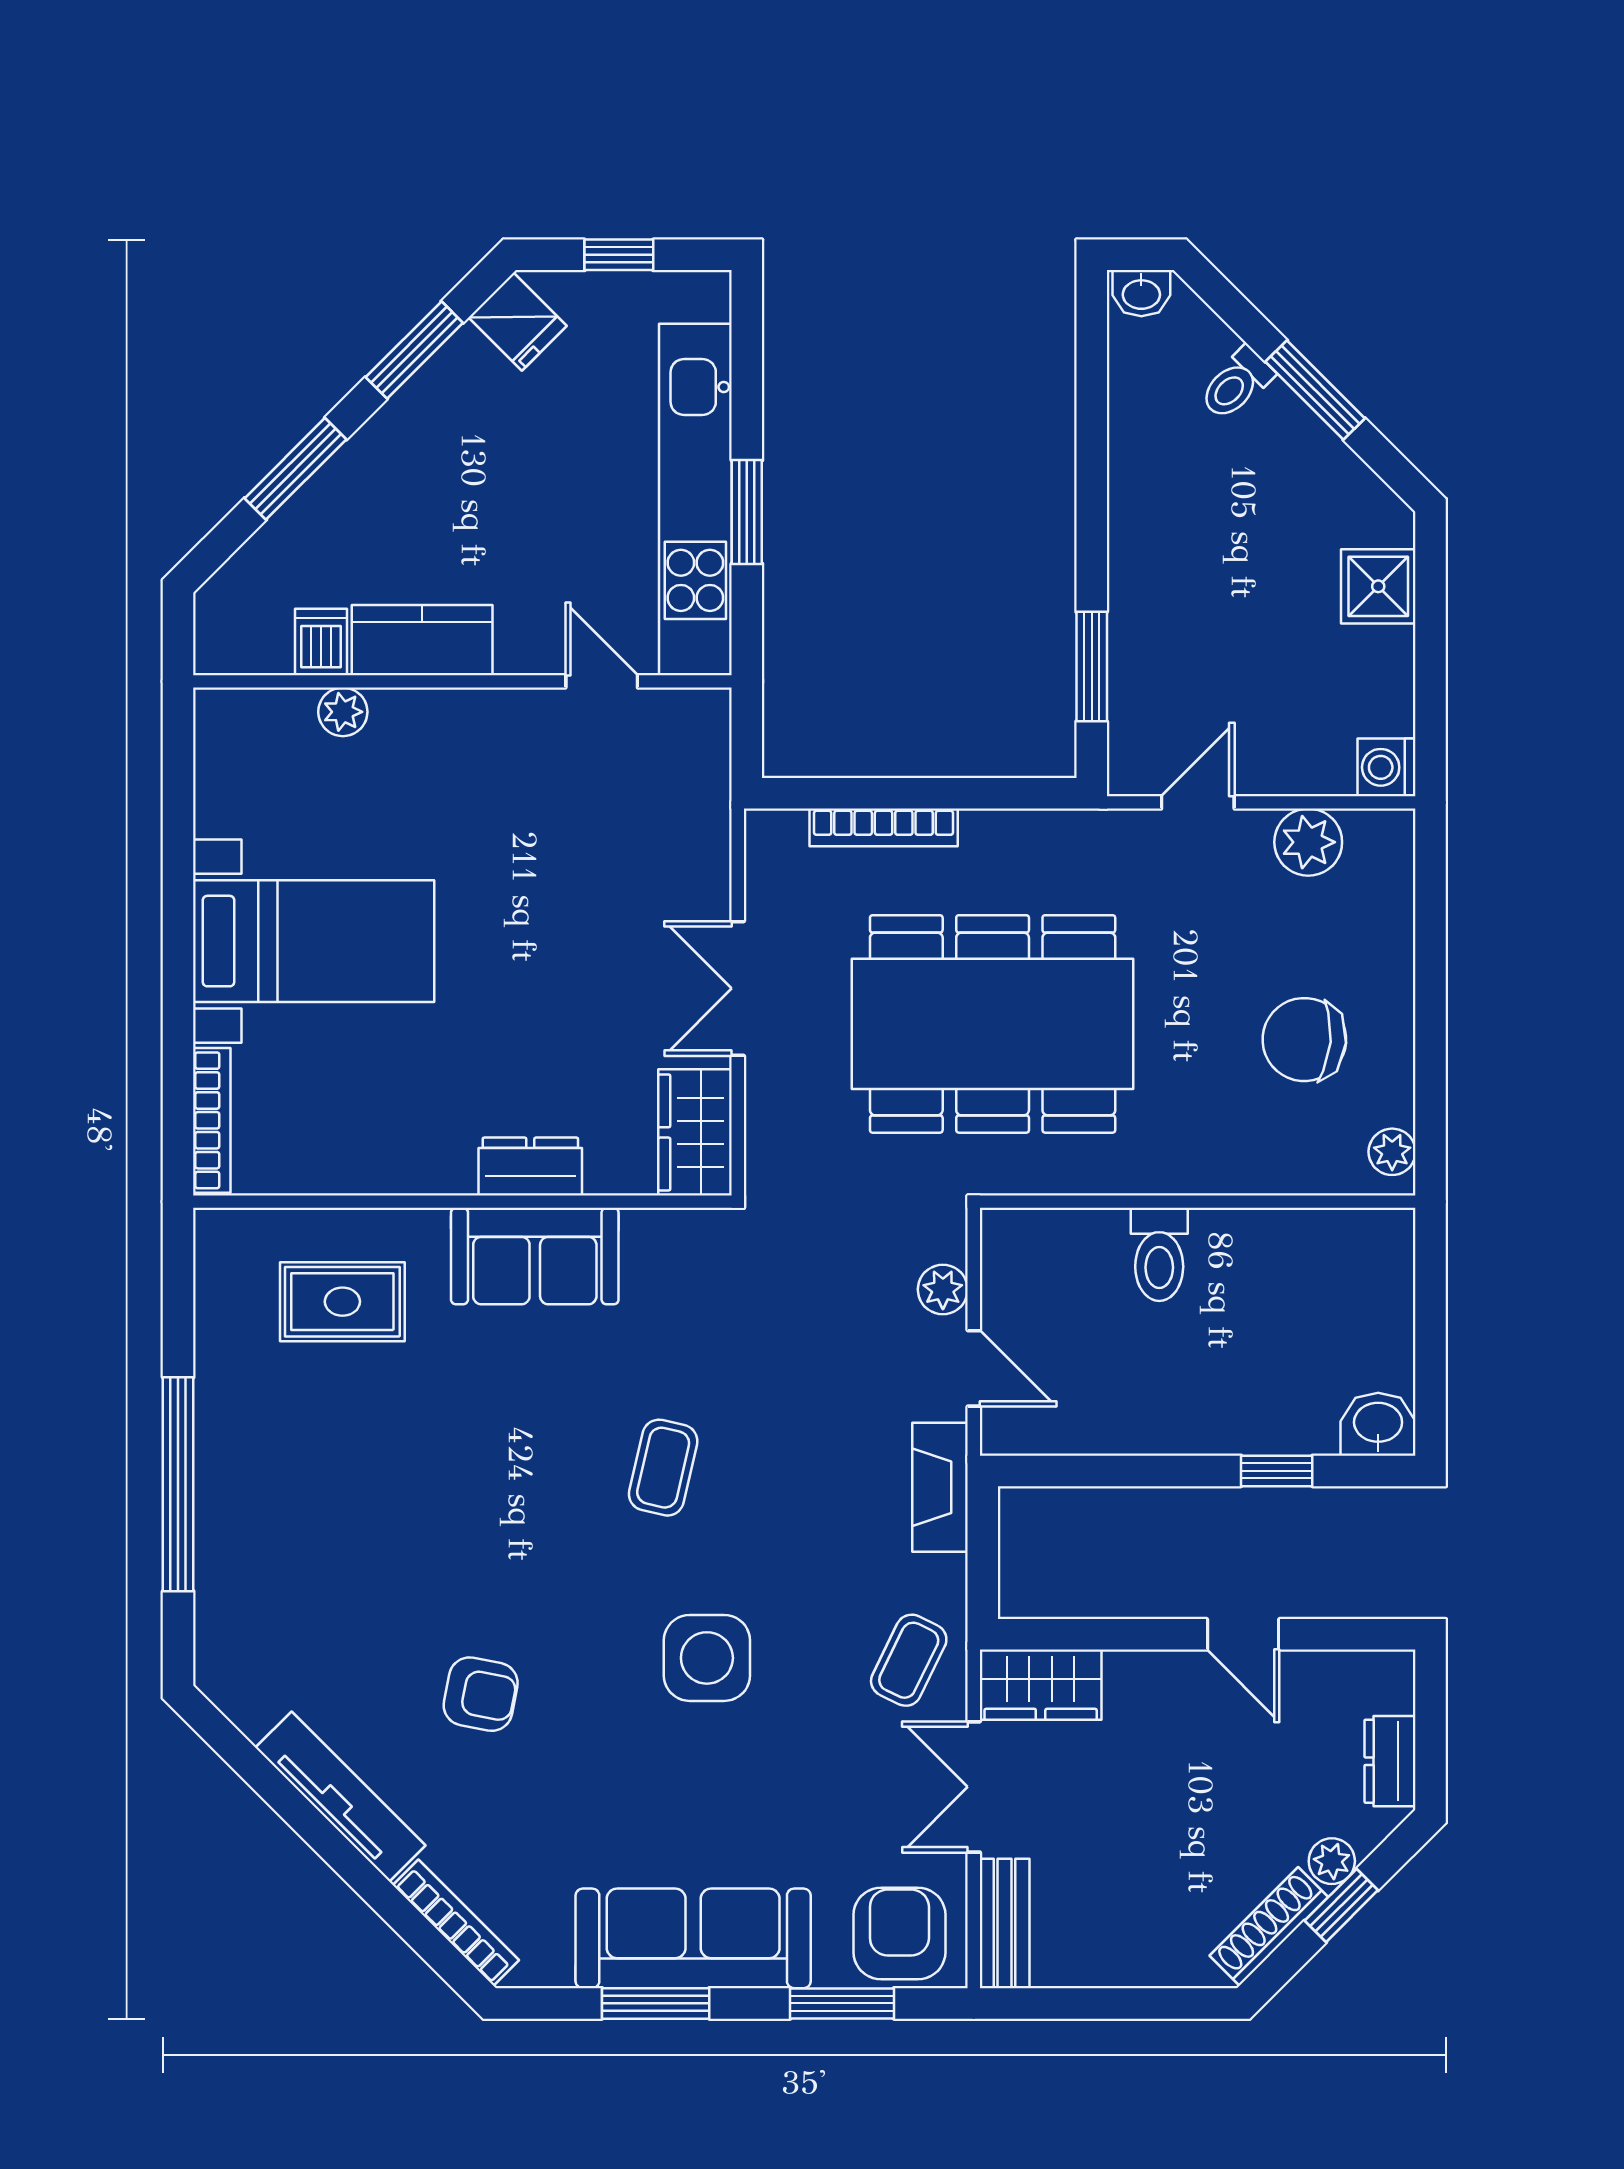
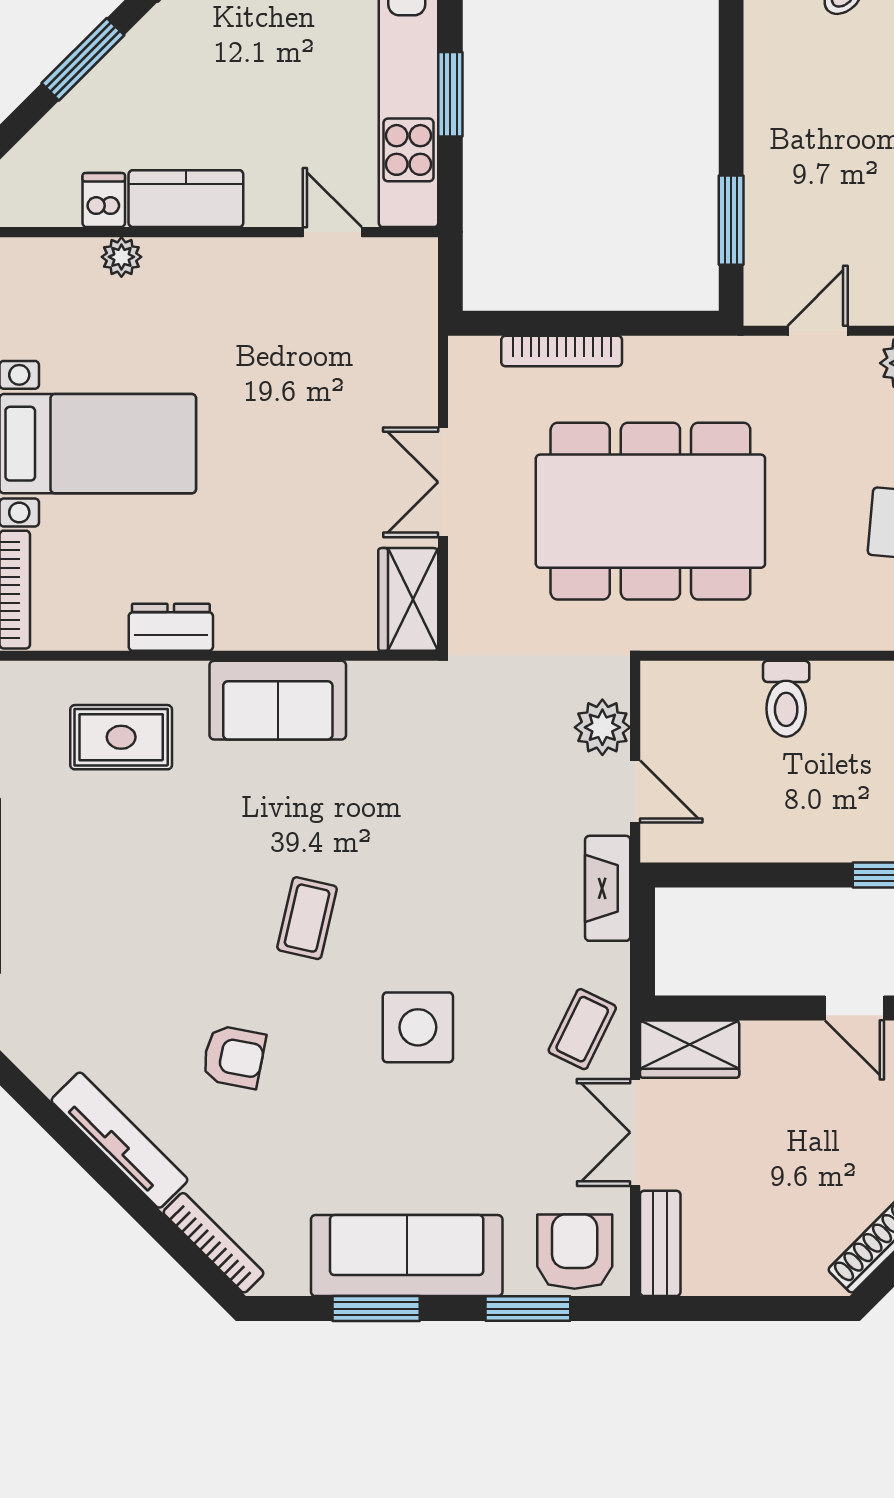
dresser: (530, 1167) -> (171, 627), moved
plant: (943, 1289) -> (602, 727), width x1.38, depth x1.38
coffee table: (663, 1468) -> (307, 918), moved

